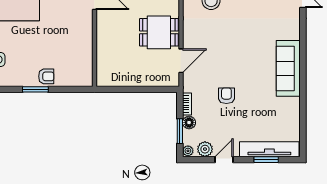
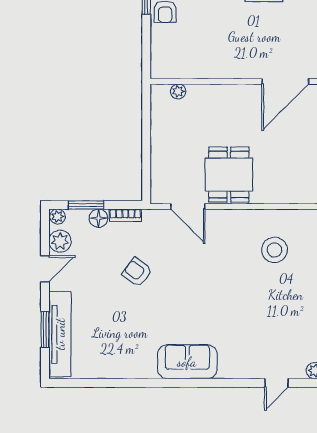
plant: (101, 67) -> (178, 91), added
sofa: (288, 68) -> (187, 362), width x0.73
armchair: (226, 96) -> (137, 272), turned -143
door: (224, 160) -> (45, 269), hinge flipped

